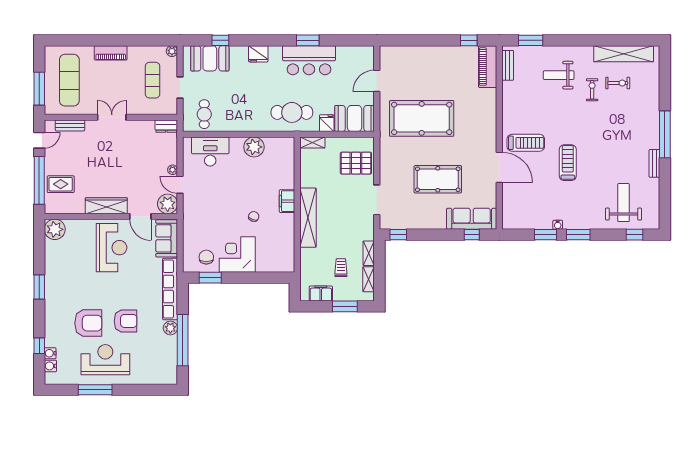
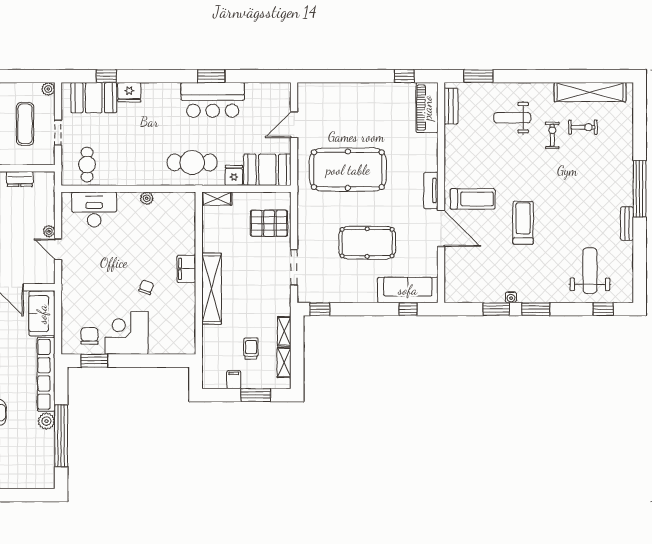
fridge: (258, 54) -> (129, 92), moved
dresser: (166, 126) -> (20, 179), moved
tv unit: (491, 136) -> (431, 190), added
plant: (254, 147) -> (147, 198), width x0.53, depth x0.53
plant: (168, 204) -> (43, 272), removed
filing cabinet: (321, 293) -> (234, 380), width x0.50

